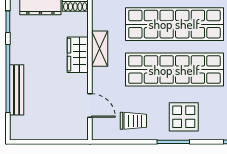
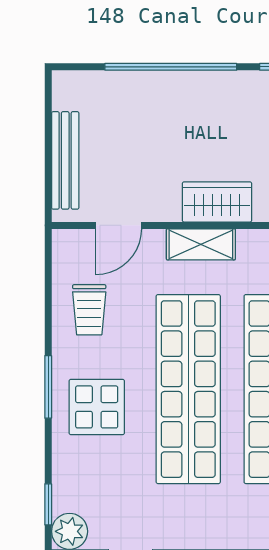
shelving: (100, 49) -> (201, 244), moved
bench: (17, 90) -> (65, 160), moved, turned 90

